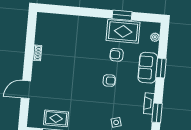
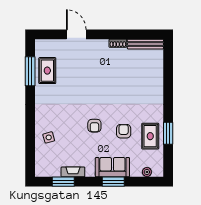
bench: (40, 28) -> (145, 44), added
rug: (123, 31) -> (150, 136), width x0.73, depth x0.70

